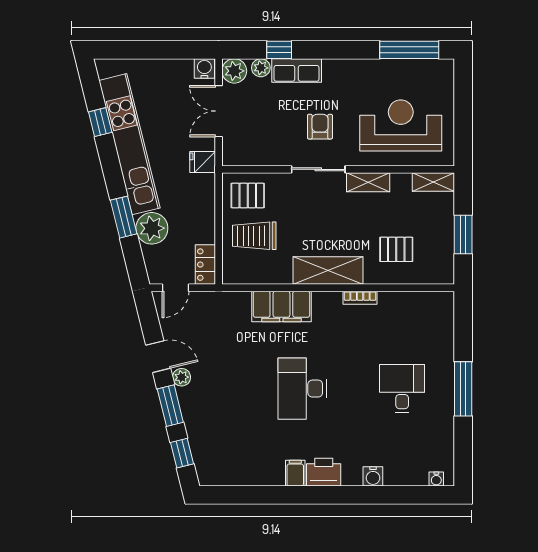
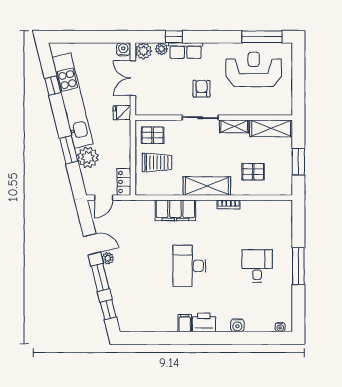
reception desk: (401, 125) -> (254, 69), moved
shelving: (433, 182) -> (271, 128), width x1.50, depth x1.33
trolley: (254, 236) -> (157, 163), turned 180

